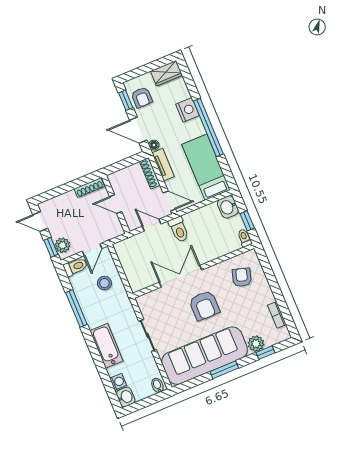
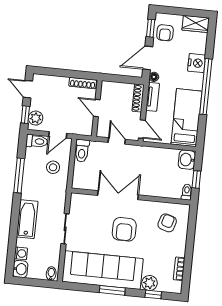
door: (138, 130) -> (148, 58), hinge flipped
toilet: (179, 229) -> (82, 151), moved

